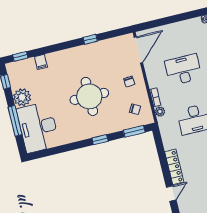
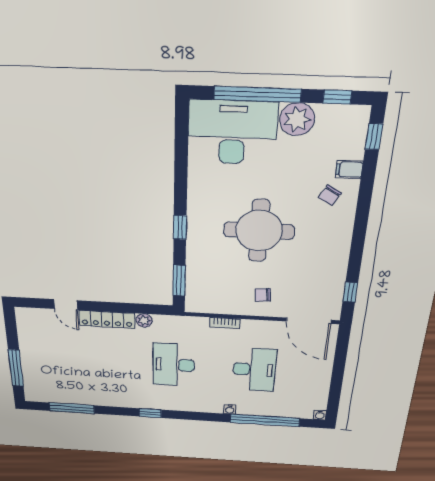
window: (90, 39) -> (350, 292), moved
chair: (135, 109) -> (330, 195), moved
plant: (160, 111) -> (144, 320), moved
window: (15, 121) -> (257, 94), width x1.46

